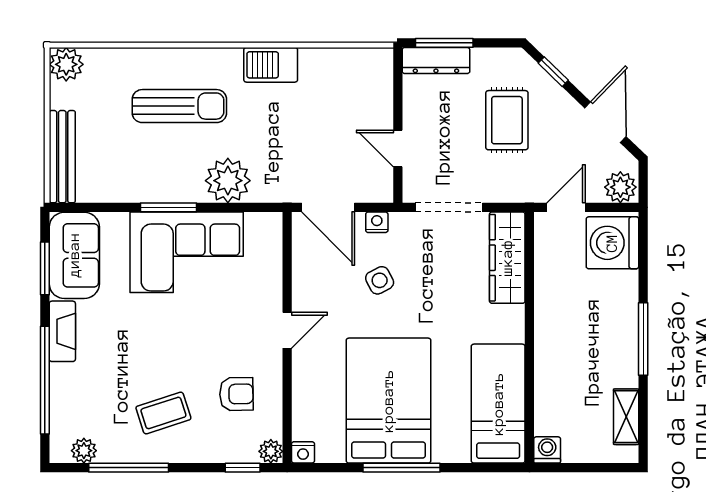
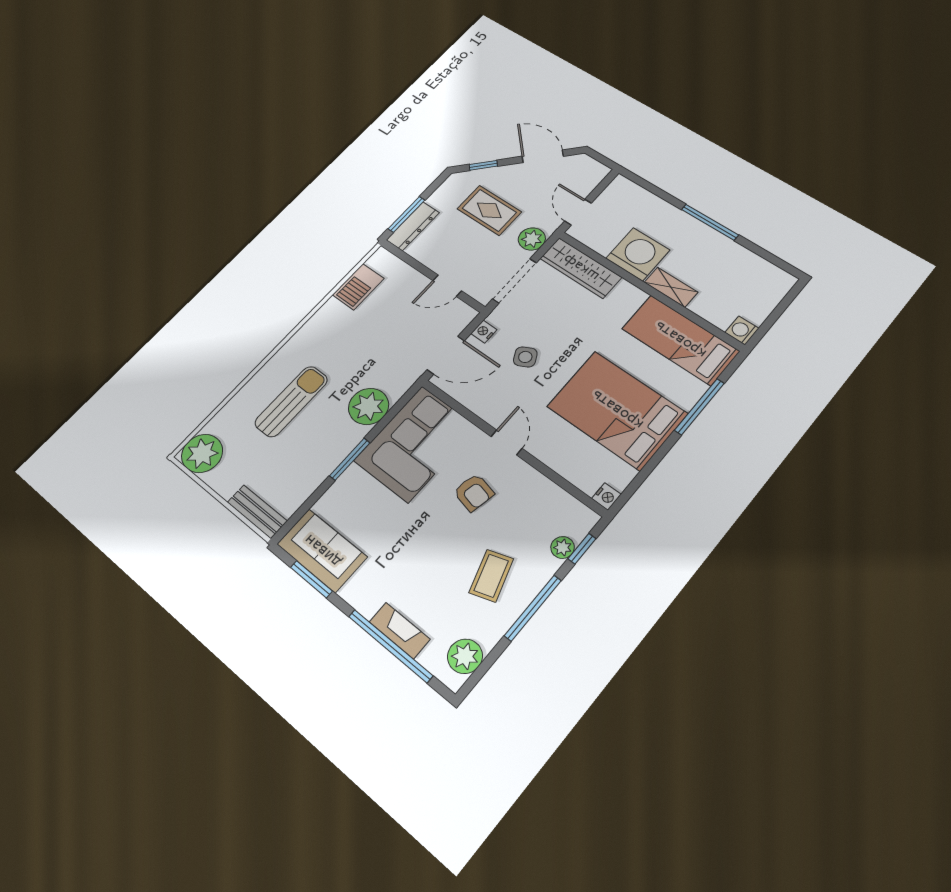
plant: (66, 64) -> (202, 453), width x1.36, depth x1.36
barbecue: (271, 65) -> (358, 287), moved
bench: (62, 157) -> (257, 512), width x0.73
plant: (620, 187) -> (532, 239), moved
washing machine: (612, 243) -> (638, 254), moved, turned 180
corner sofa: (187, 252) -> (415, 444), moved
fireplace: (62, 331) -> (400, 631), moved
armchair: (236, 394) -> (474, 492), moved, turned 103
shelving: (626, 417) -> (671, 287), moved
plant: (84, 451) -> (465, 656), width x1.38, depth x1.38
plant: (271, 451) -> (563, 547), moved
window: (129, 468) -> (533, 608), moved
window: (402, 468) -> (699, 407), moved

